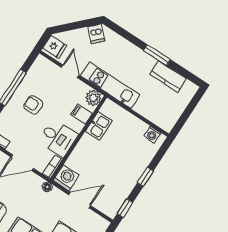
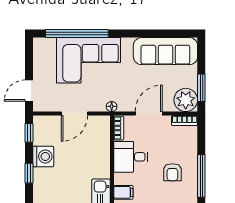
armchair: (33, 105) -> (172, 172), turned 90
washing machine: (66, 178) -> (43, 156), moved, turned -90

